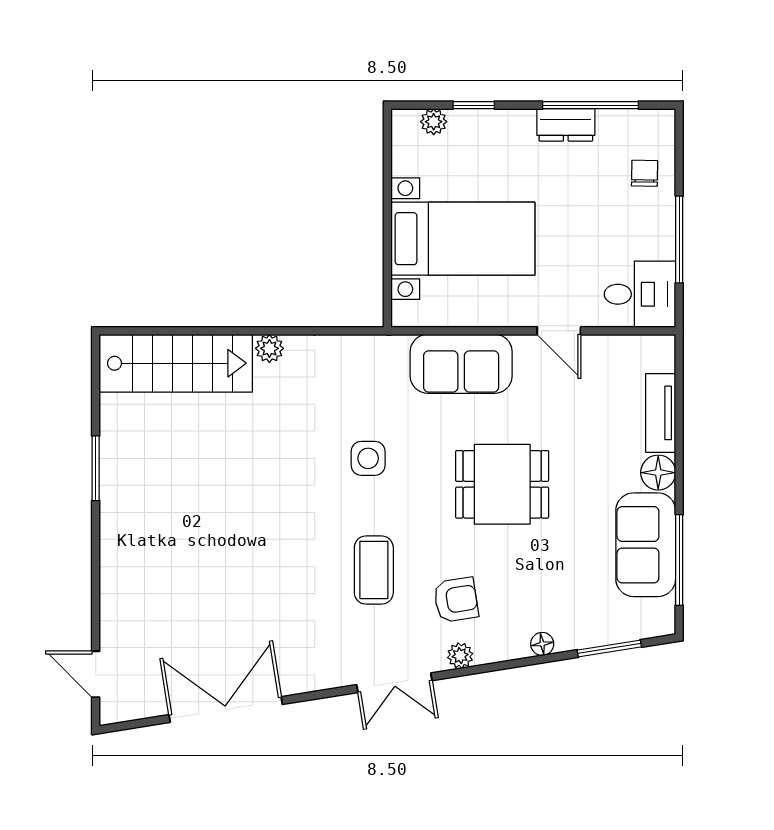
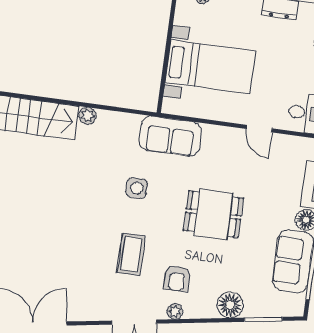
sofa: (461, 364) -> (170, 136), moved
armchair: (456, 600) -> (177, 278), turned 99
floor lamp: (542, 644) -> (230, 305), width x1.89, depth x1.89

